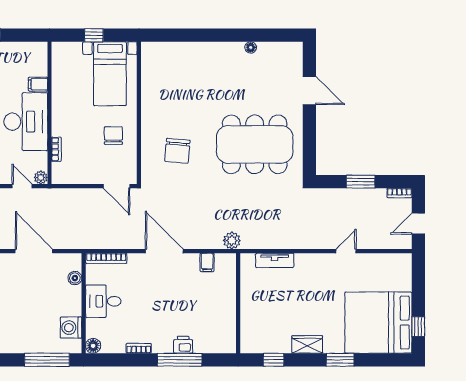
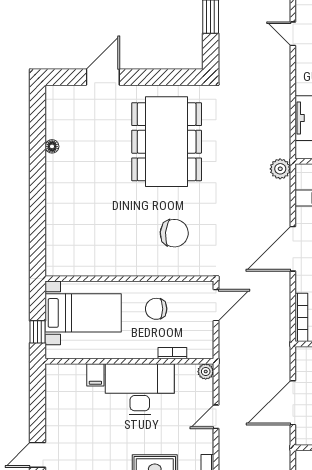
filing cabinet: (38, 84) -> (95, 375), moved
wall: (50, 113) -> (129, 361), moved
desk: (26, 122) -> (140, 389), moved
bookcase: (56, 149) -> (172, 353), moved
plant: (41, 177) -> (206, 372), moved

